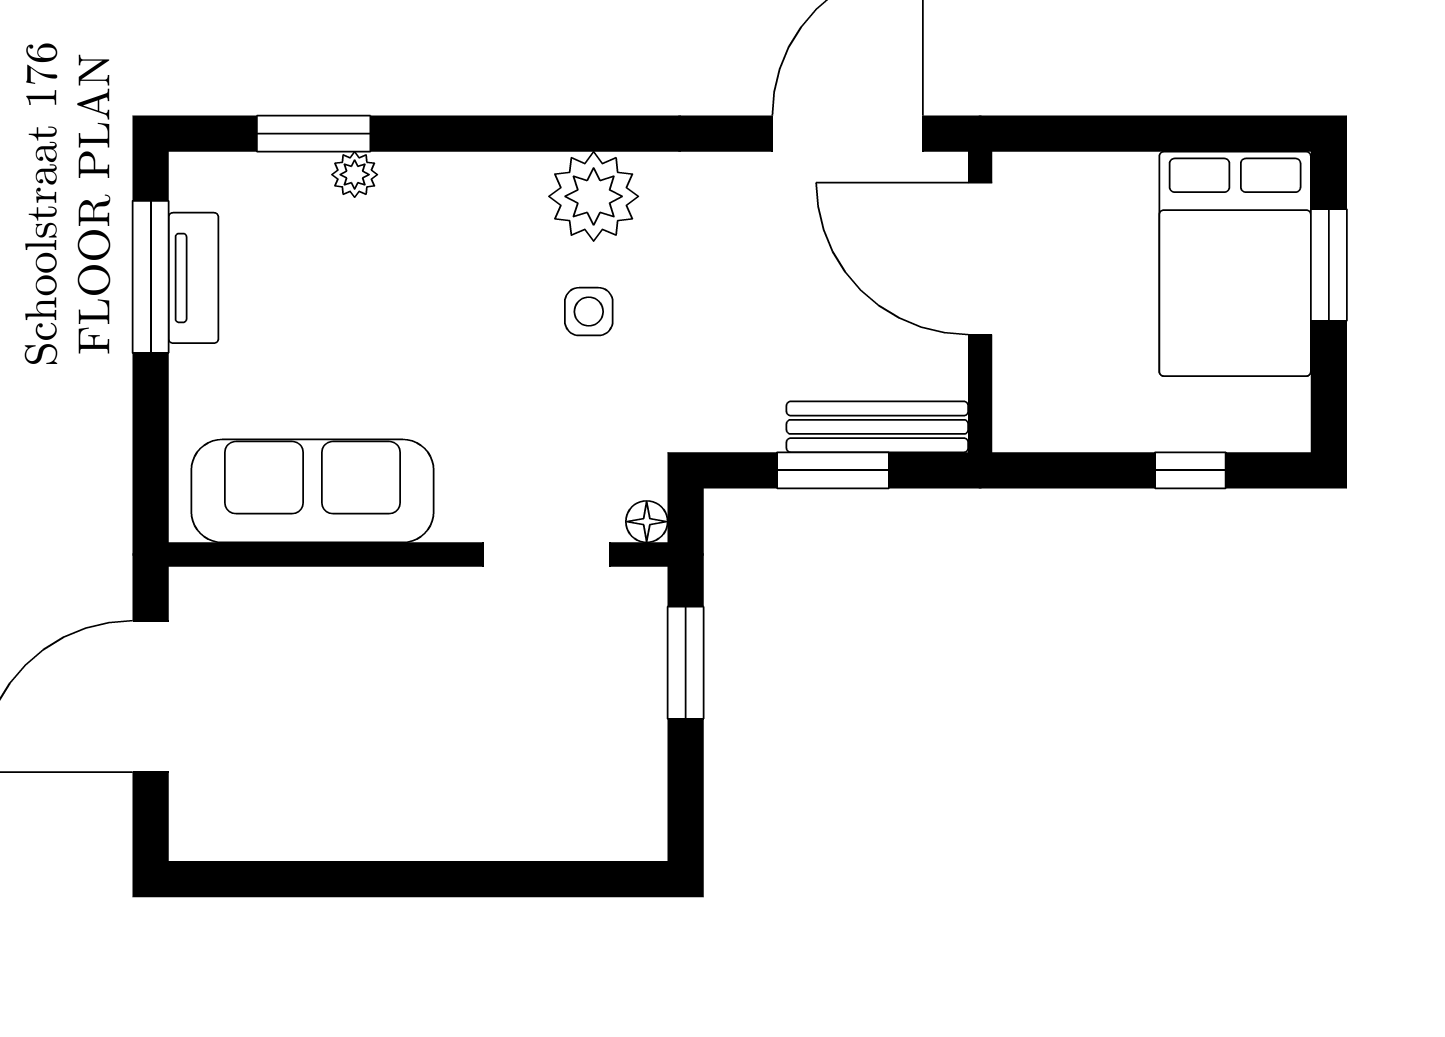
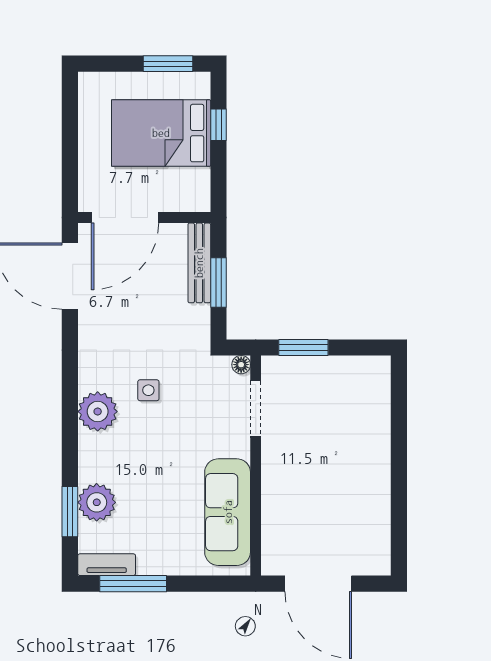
plant: (355, 175) -> (97, 502), width x1.88, depth x1.88
plant: (594, 196) -> (98, 411), moved
bed: (1235, 264) -> (161, 133), moved, turned 180
window: (1329, 265) -> (168, 64), moved
tv unit: (194, 278) -> (107, 565), moved

